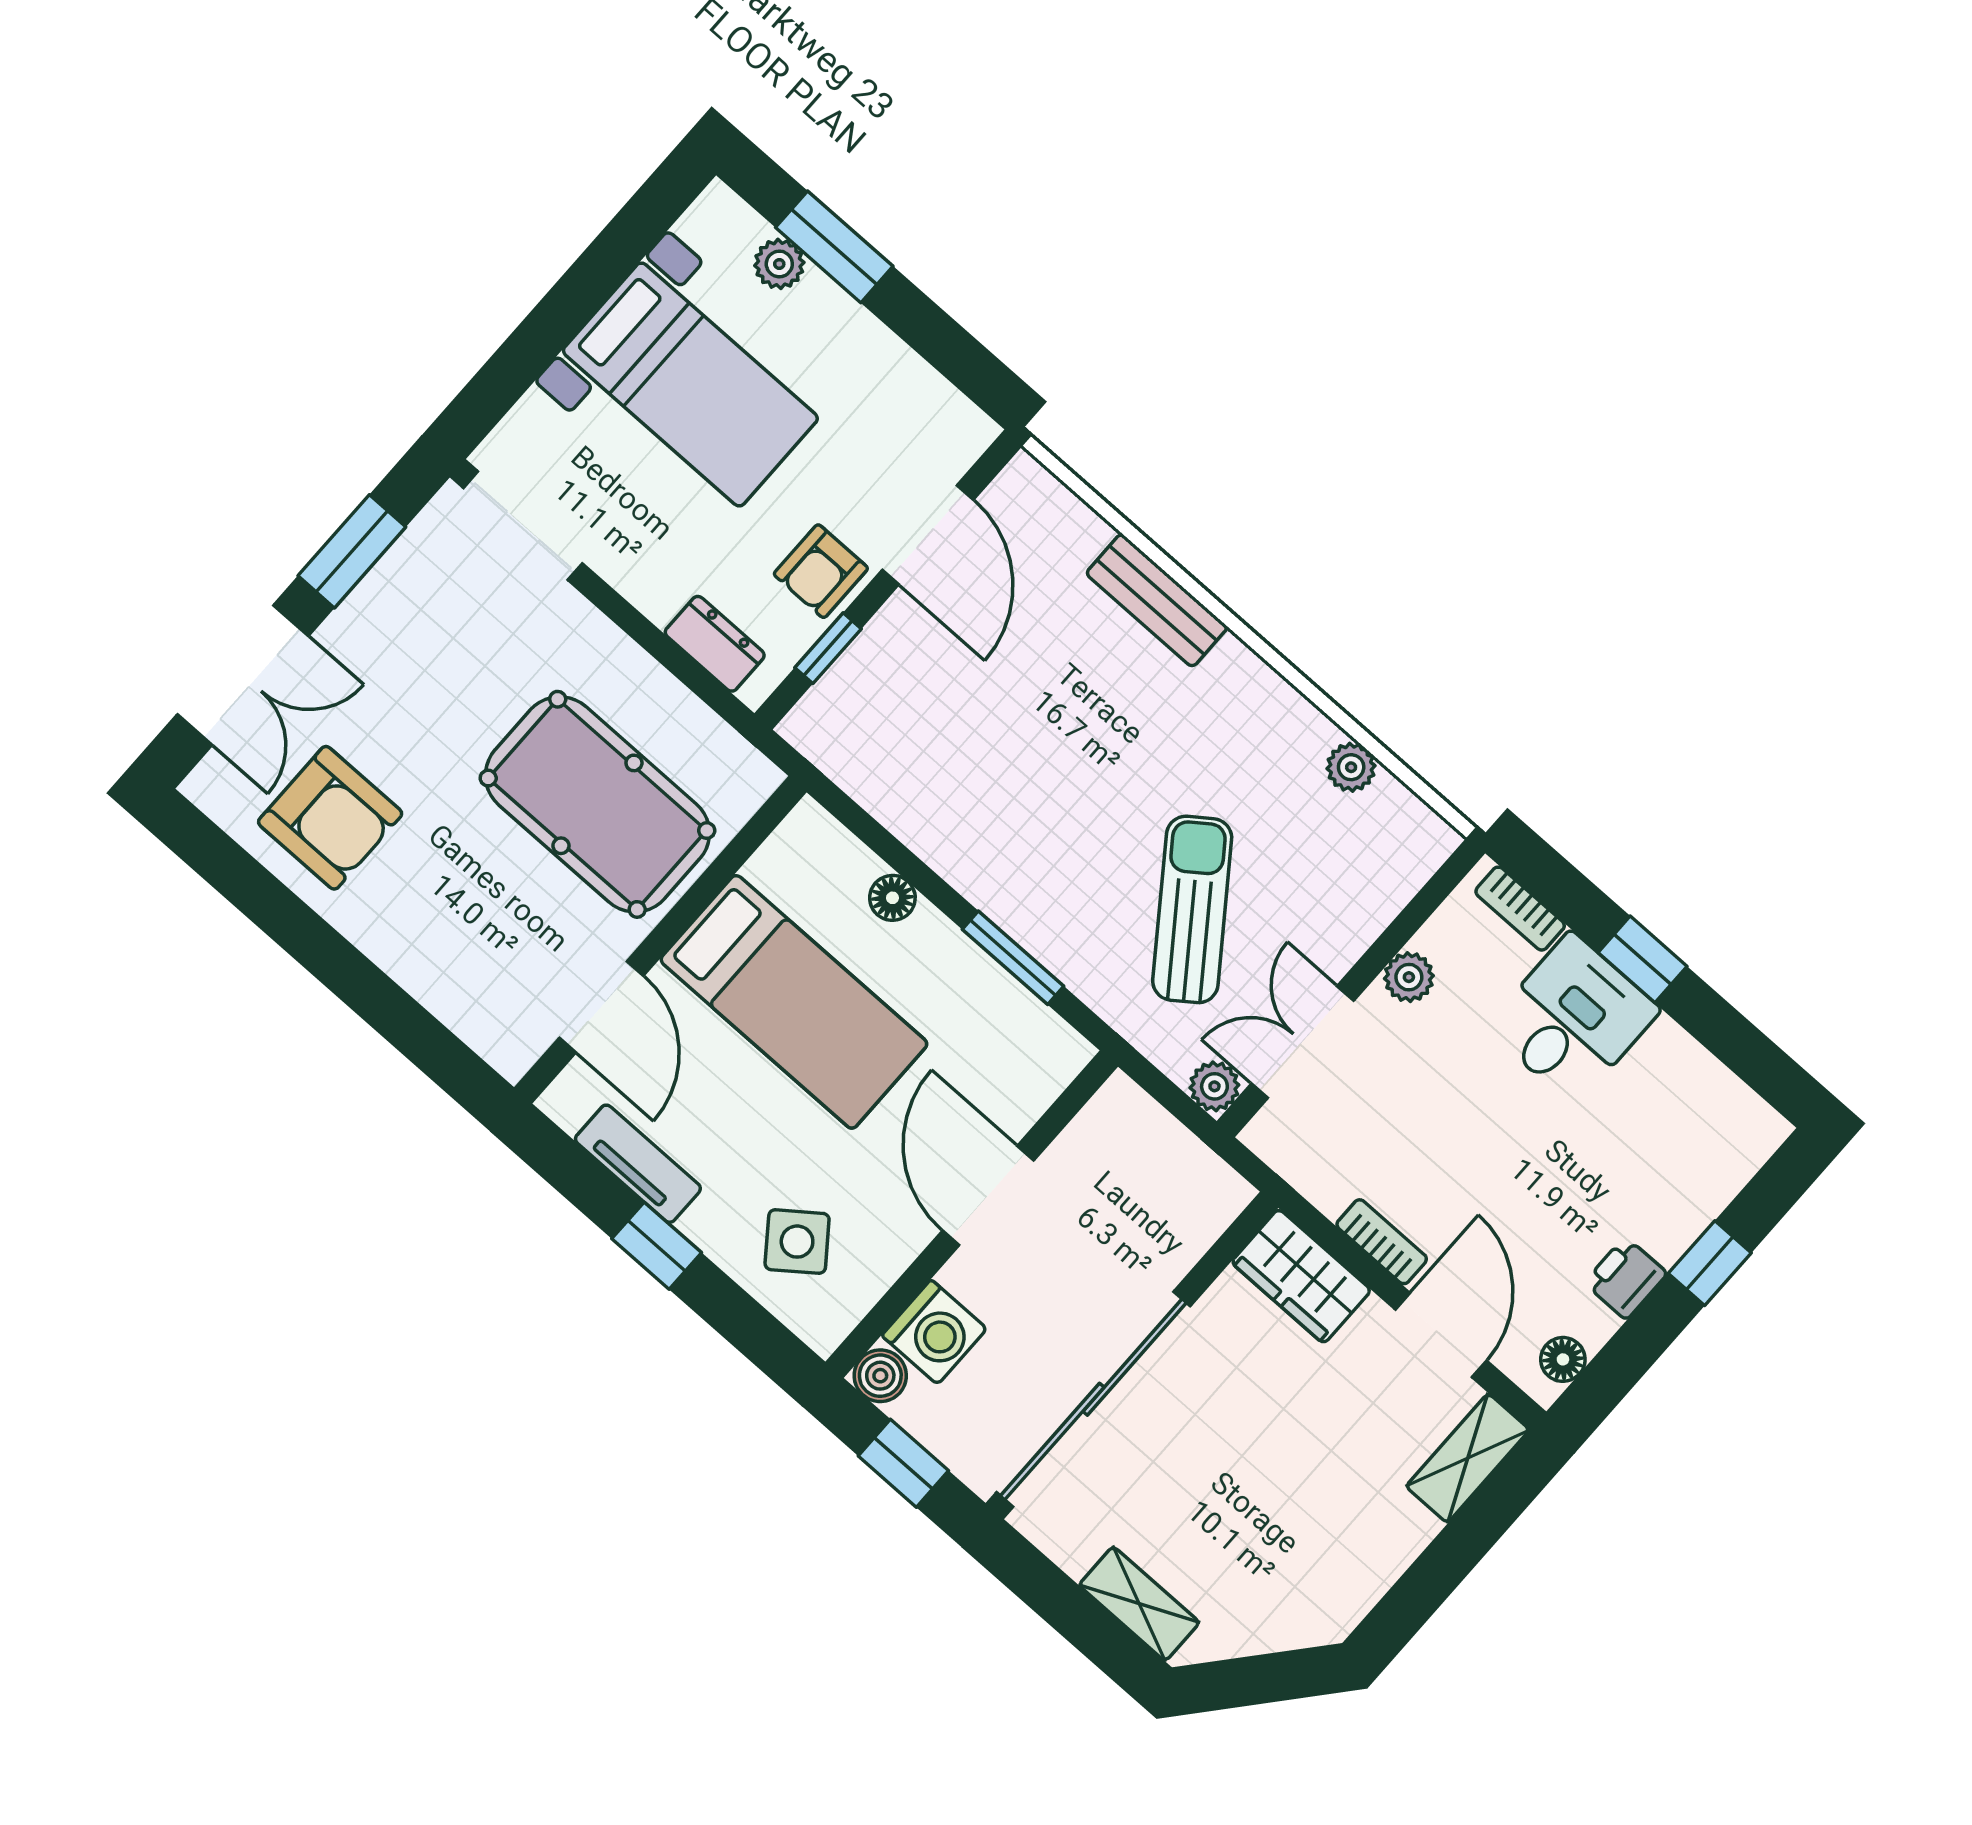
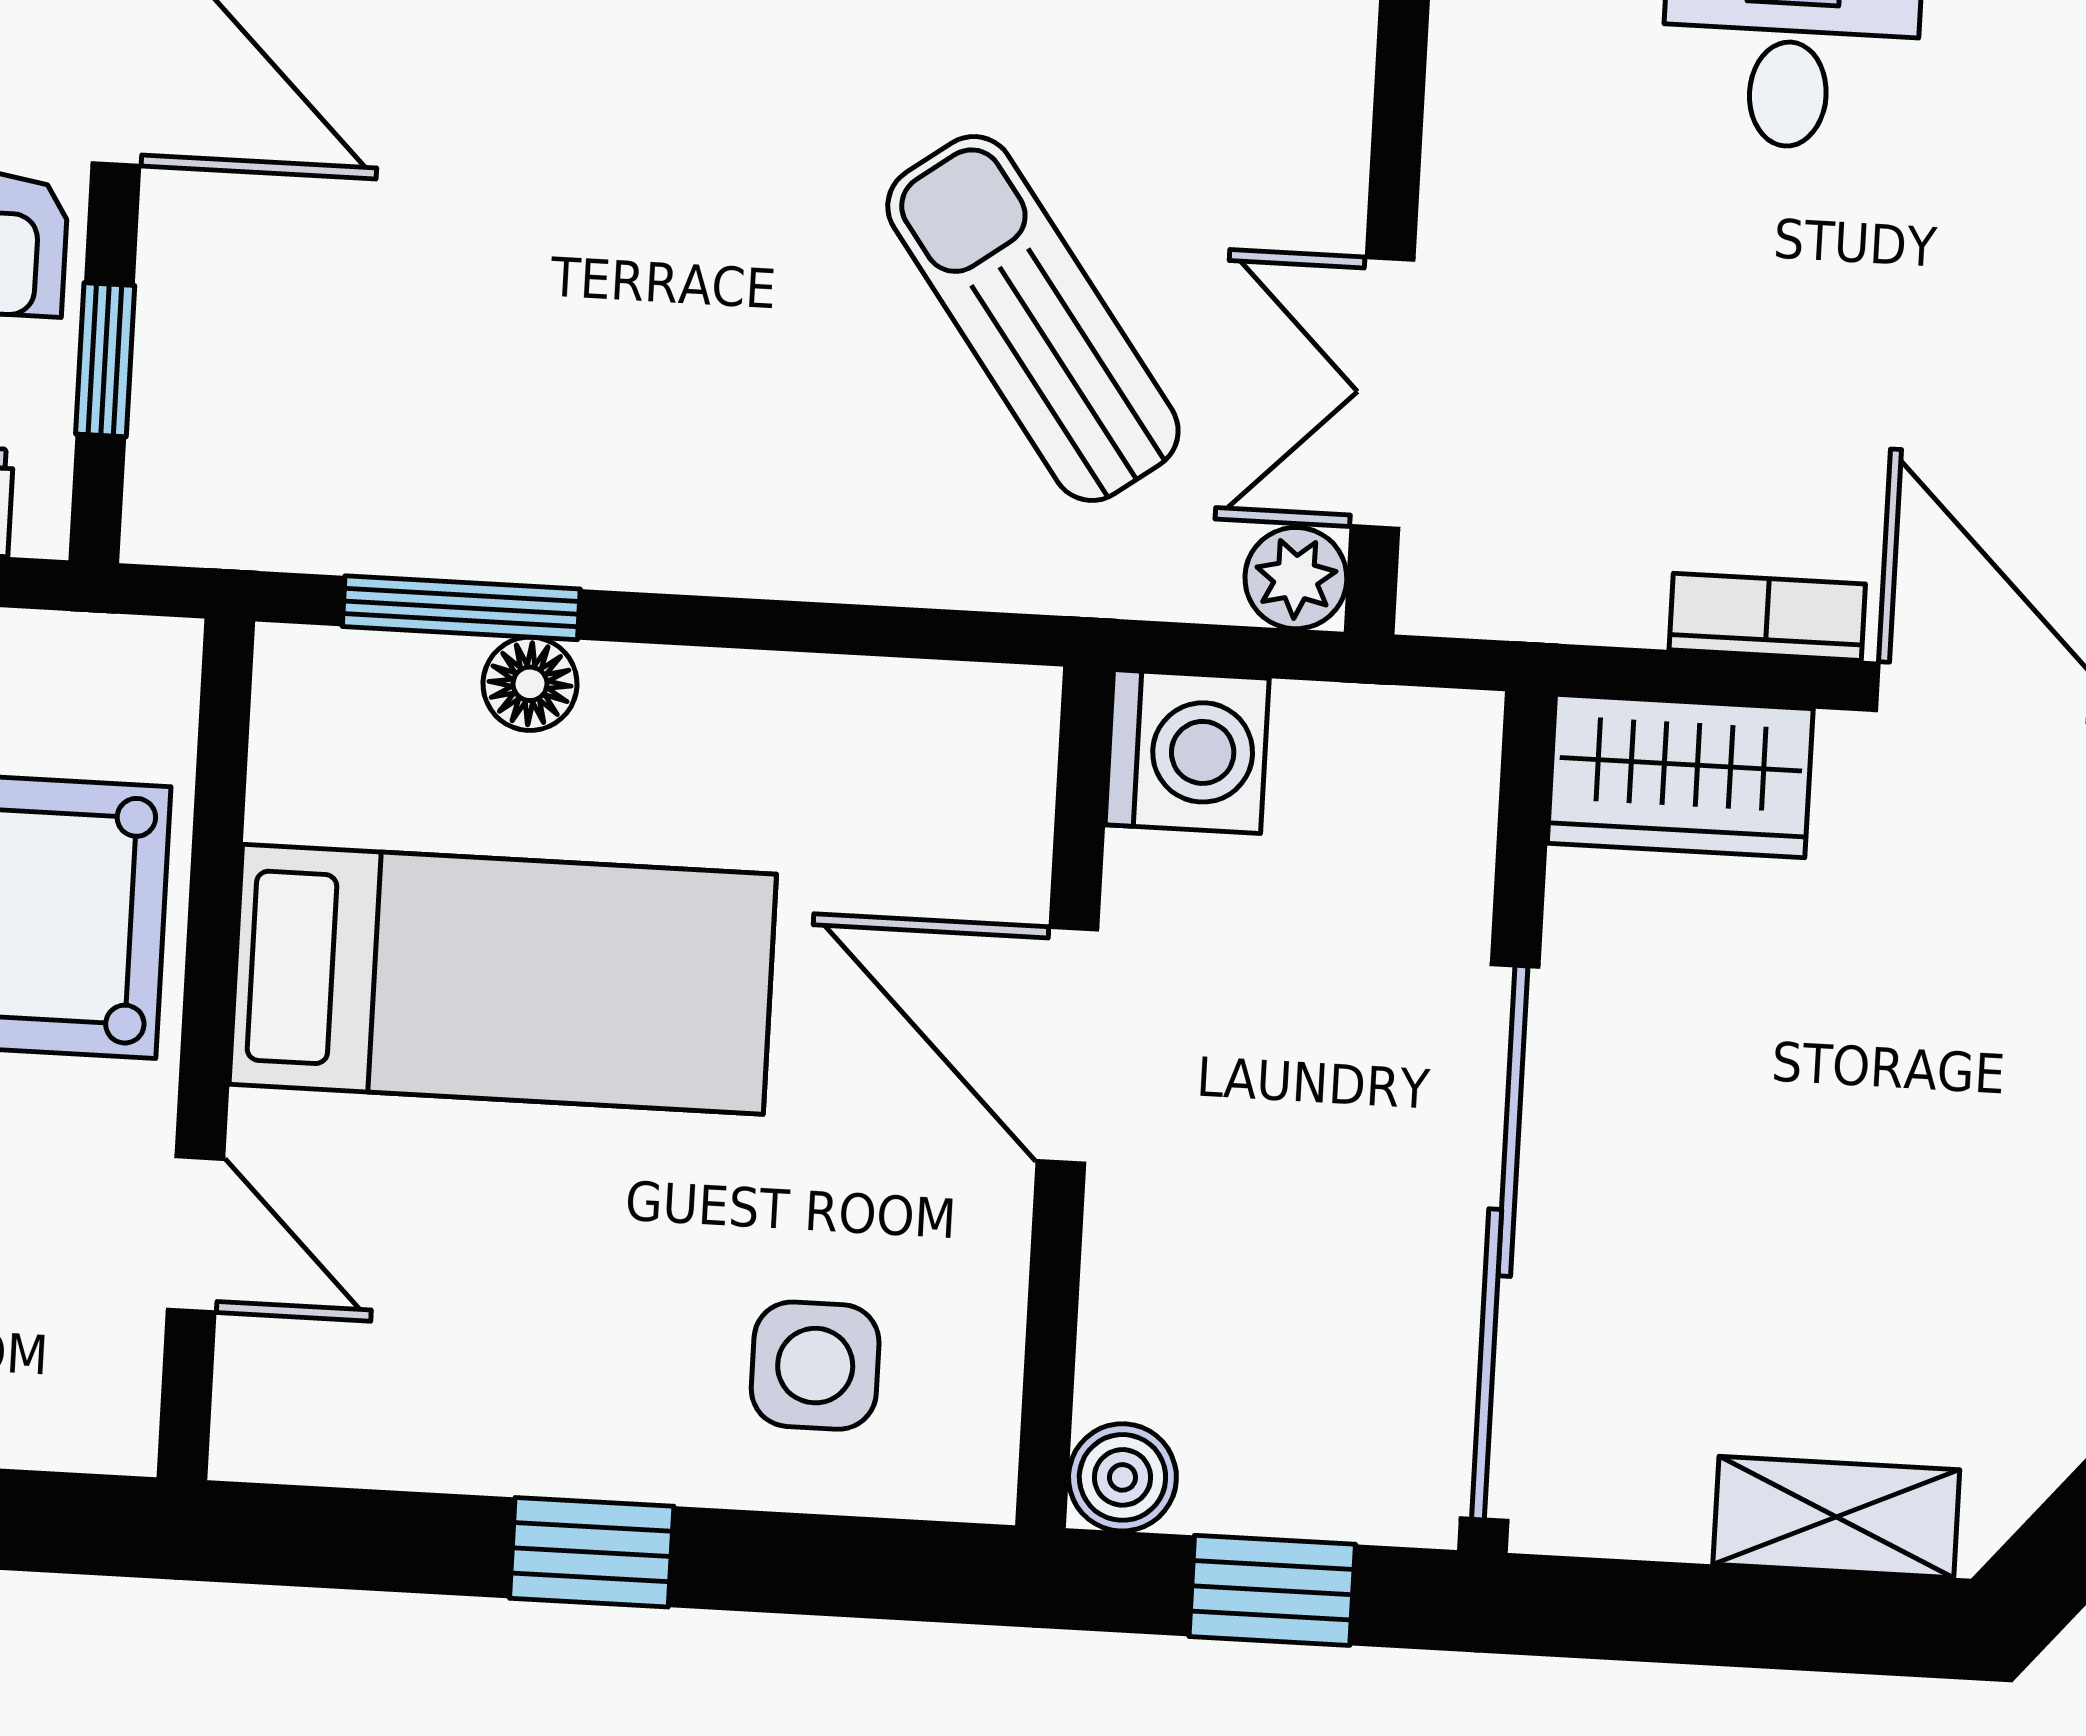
window: (1013, 958) -> (461, 608), moved
plant: (1409, 977) -> (1472, 151), removed
door: (601, 1007) -> (196, 1234), width x0.73
tv unit: (638, 1164) -> (456, 1443), removed
side table: (797, 1242) -> (815, 1366), turned 37
washing machine: (934, 1332) -> (1187, 752), moved

